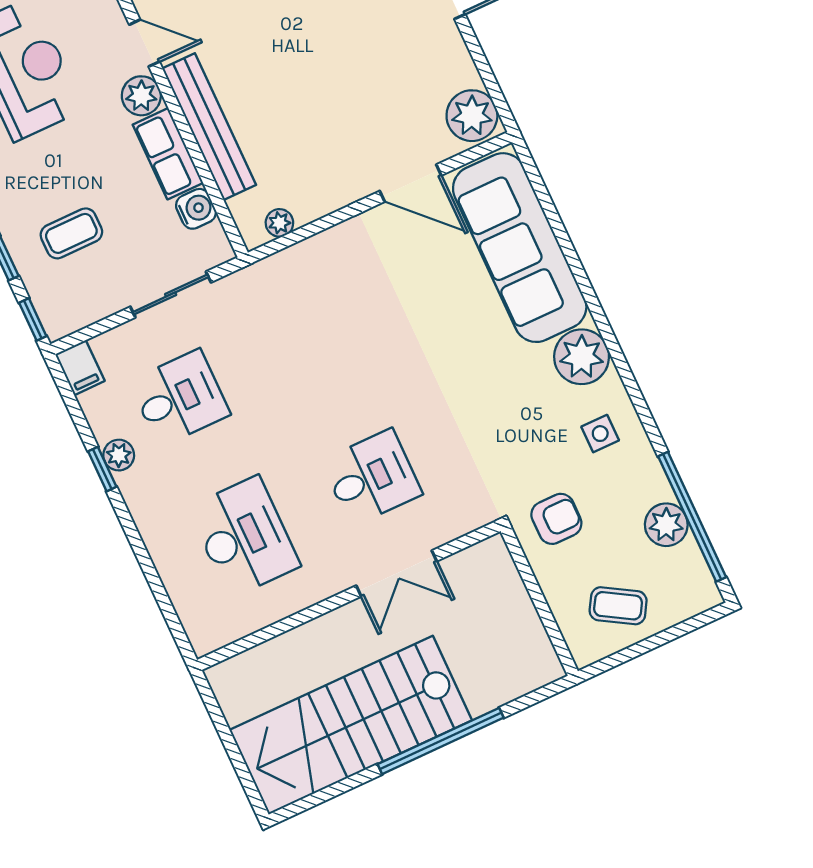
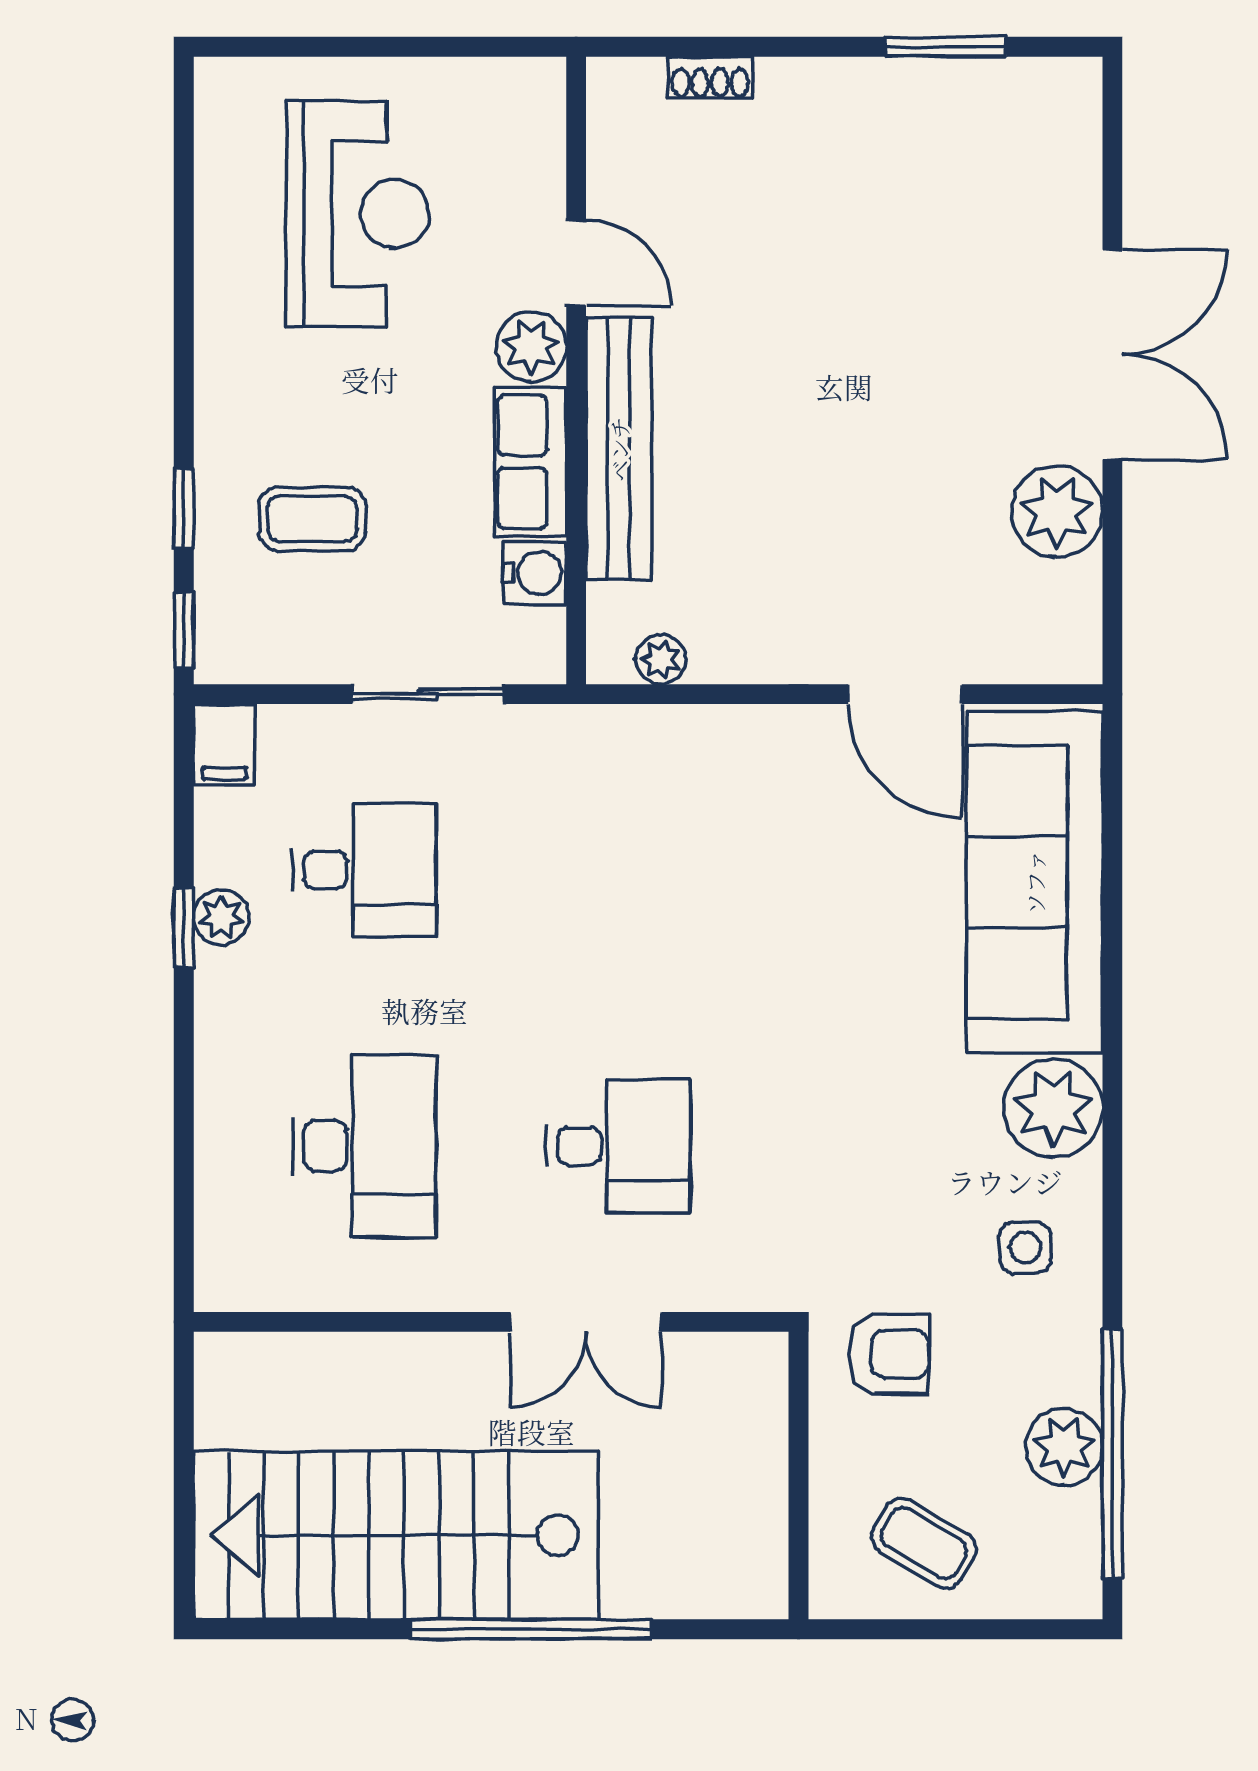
plant: (472, 116) -> (1057, 511), moved

